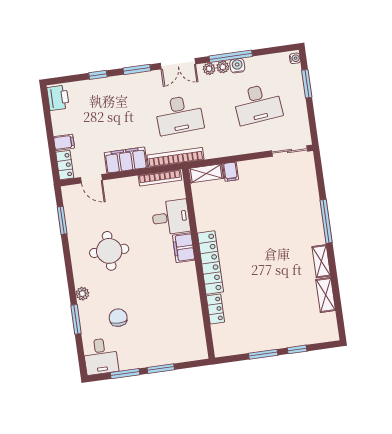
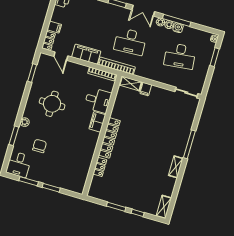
shelving: (326, 295) -> (164, 207), moved

